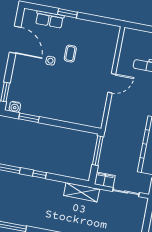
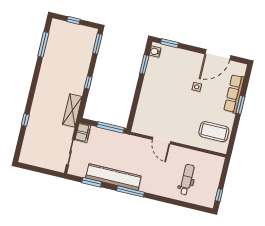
row of seats: (50, 19) -> (234, 94), width x1.48
coffee table: (70, 54) -> (214, 132), moved, width x1.86, depth x1.72
door: (112, 83) -> (161, 141), moved
window: (39, 174) -> (88, 83), moved

